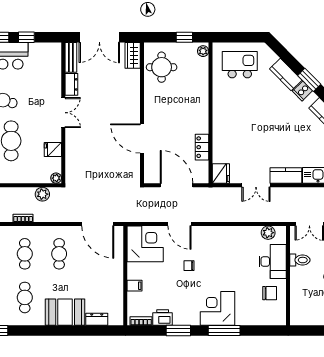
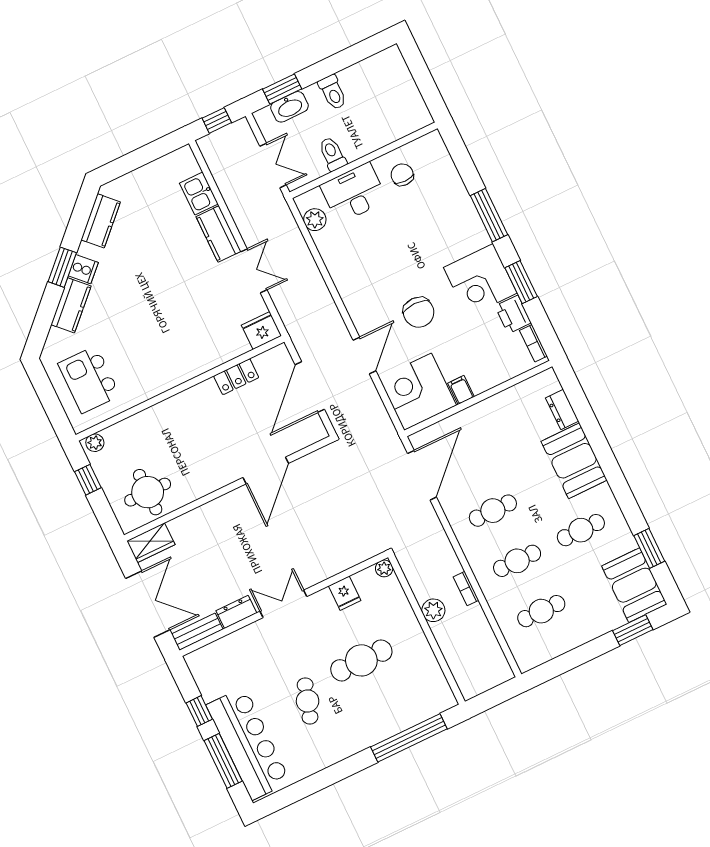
plant: (42, 194) -> (433, 610), moved
chair: (189, 266) -> (419, 312), width x1.87, depth x1.87
filing cabinet: (135, 286) -> (461, 390), moved
corner desk: (217, 308) -> (480, 280), moved

